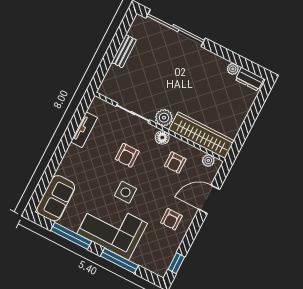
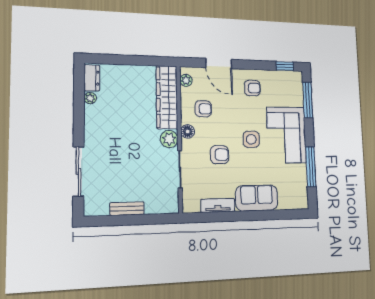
sliding door: (176, 28) -> (79, 171), width x0.73
sofa: (56, 198) -> (257, 198), moved
window: (119, 261) -> (308, 100), moved

